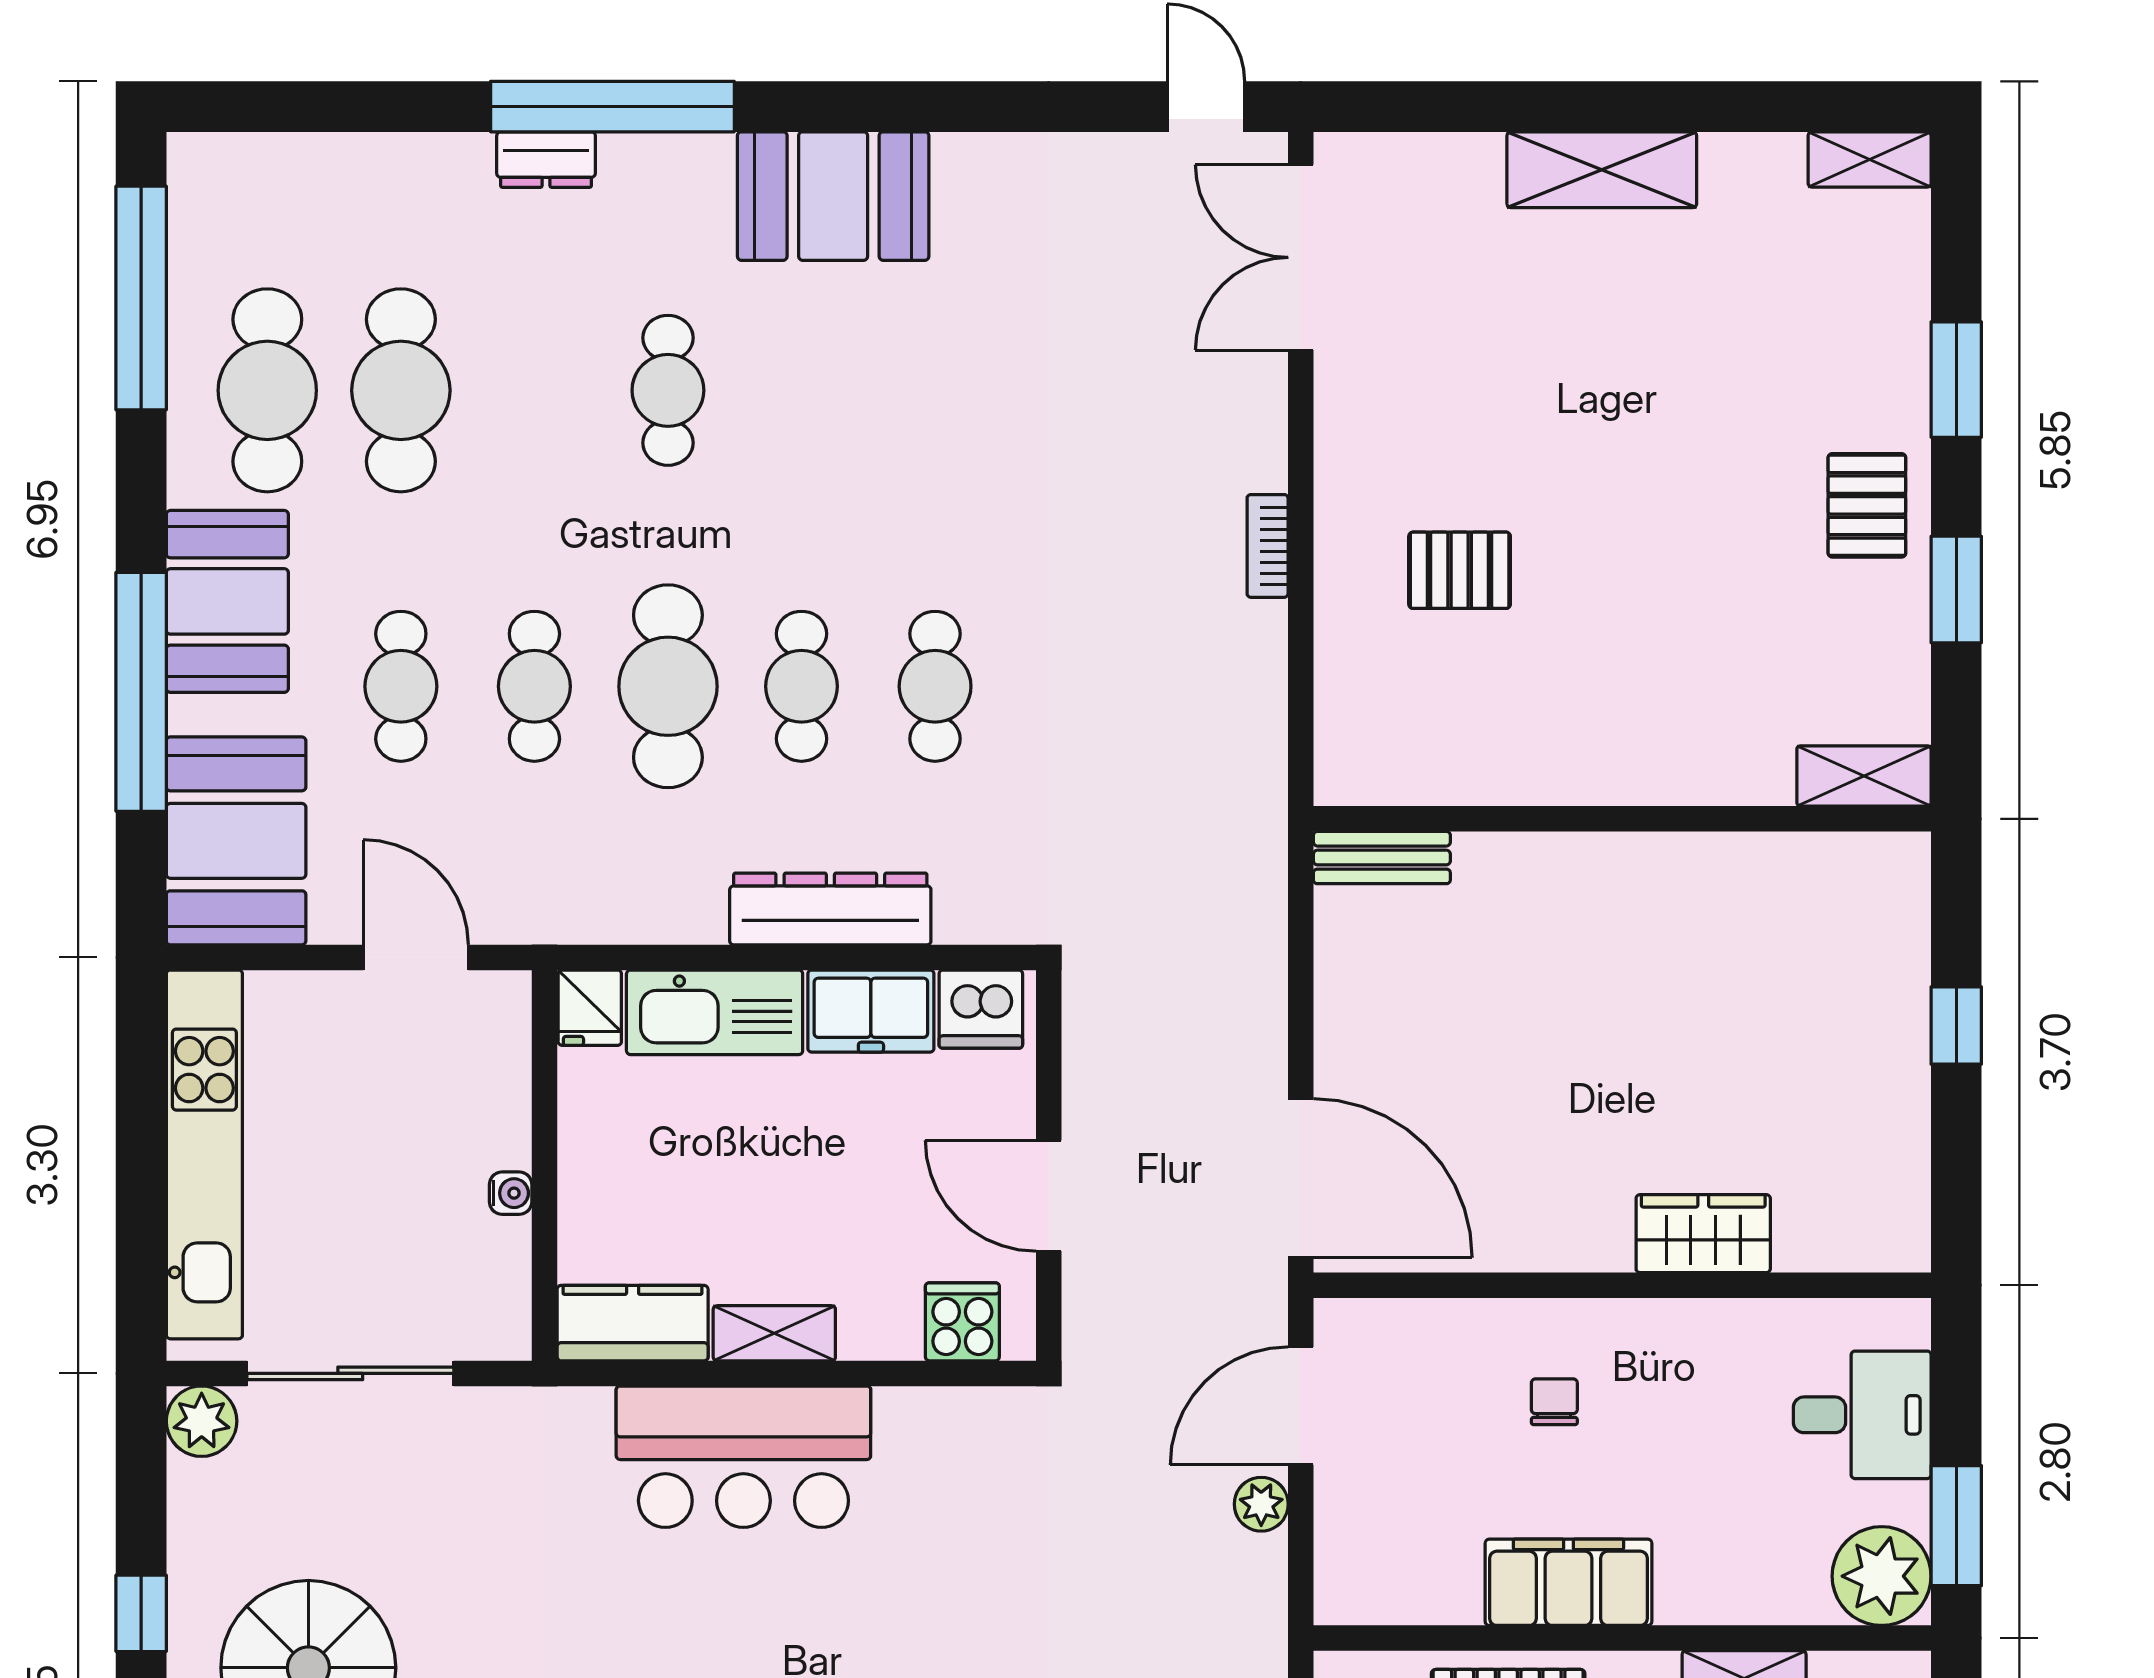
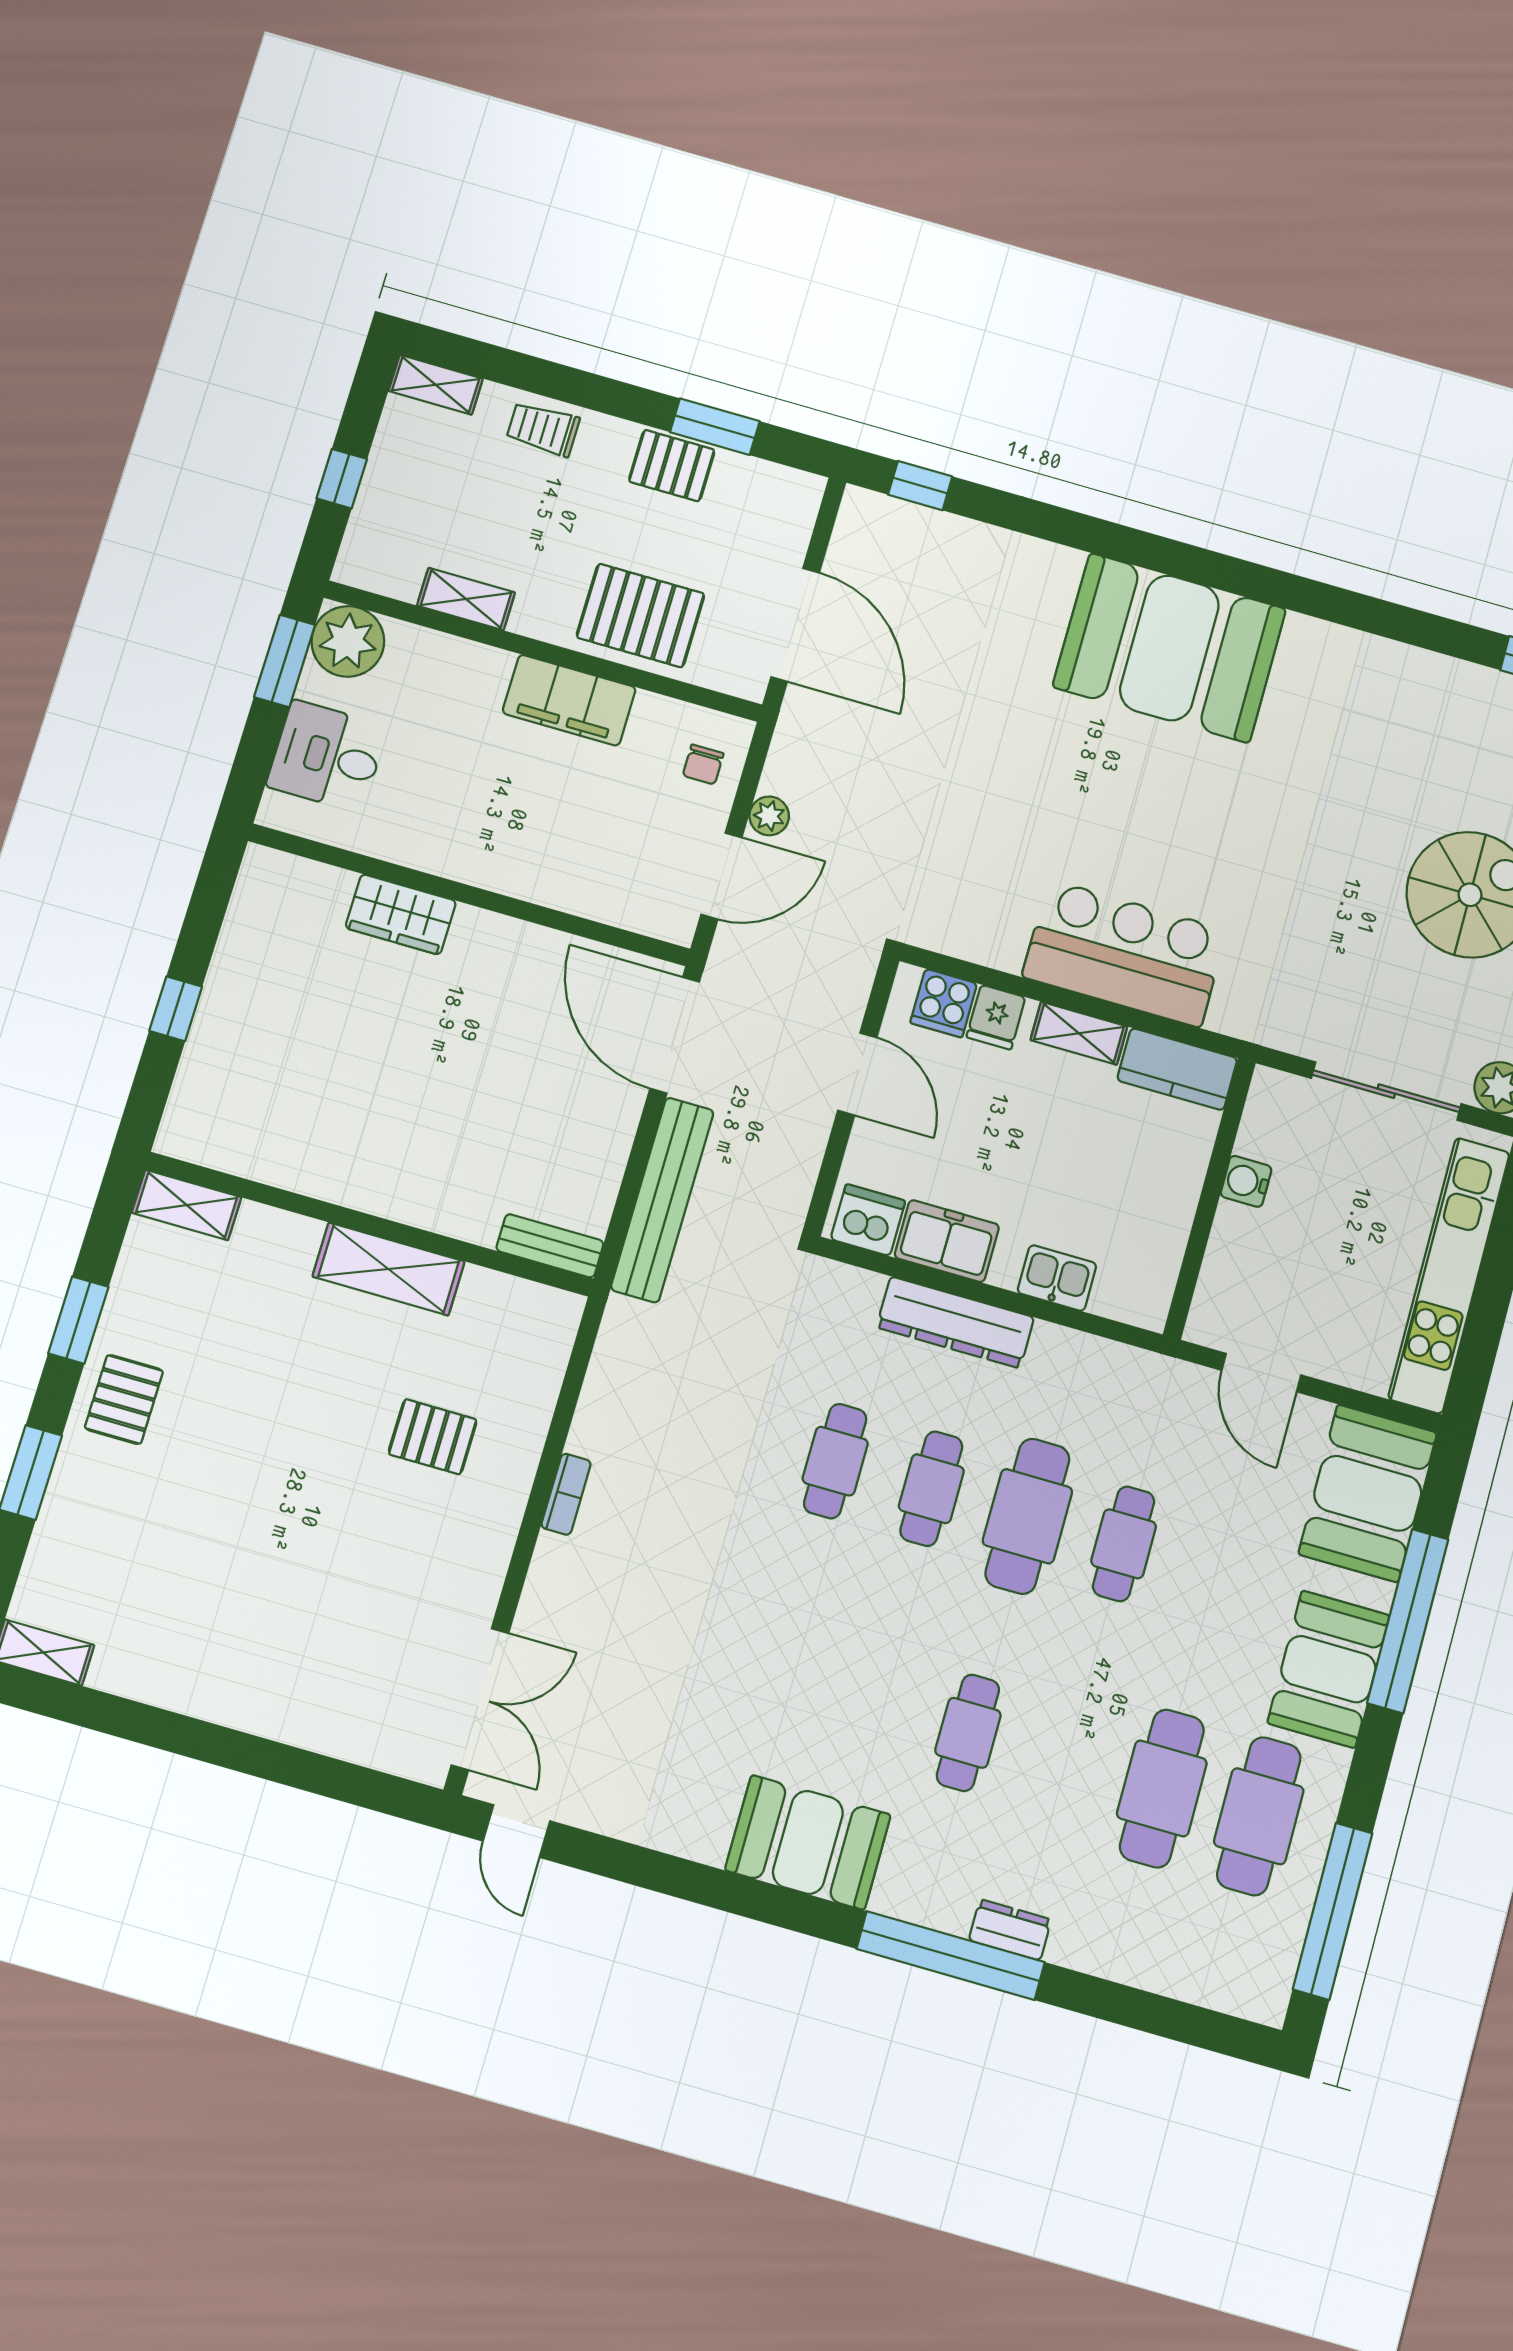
shelving: (1602, 170) -> (389, 1269), moved
cafe table: (401, 686) -> (1220, 1571), removed
bench: (1254, 959) -> (662, 1200), added
fridge: (590, 1008) -> (996, 1017), moved, turned 180
kitchen sink: (715, 1012) -> (1057, 1278), width x0.53, depth x0.81
water cooler: (511, 1193) -> (1246, 1181), width x1.38, depth x1.38
chair: (1554, 1402) -> (703, 764), moved

